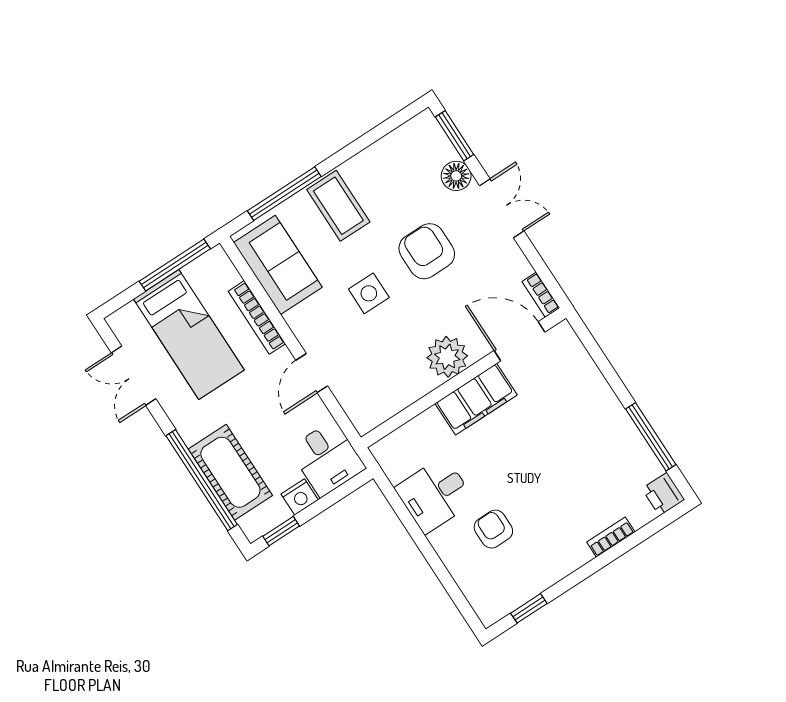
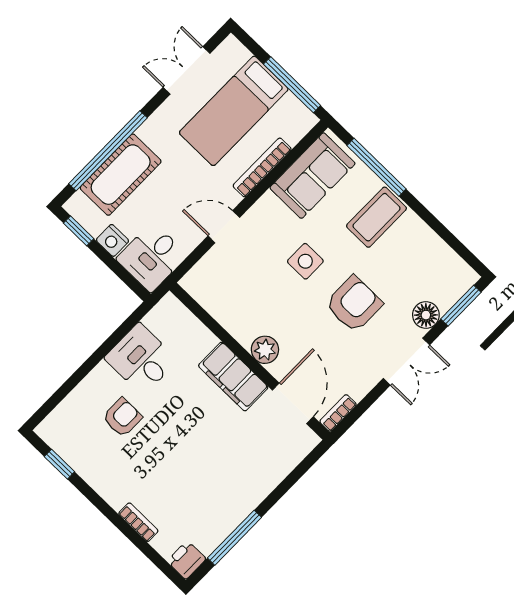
plant: (447, 357) -> (265, 350), width x0.73, depth x0.73

